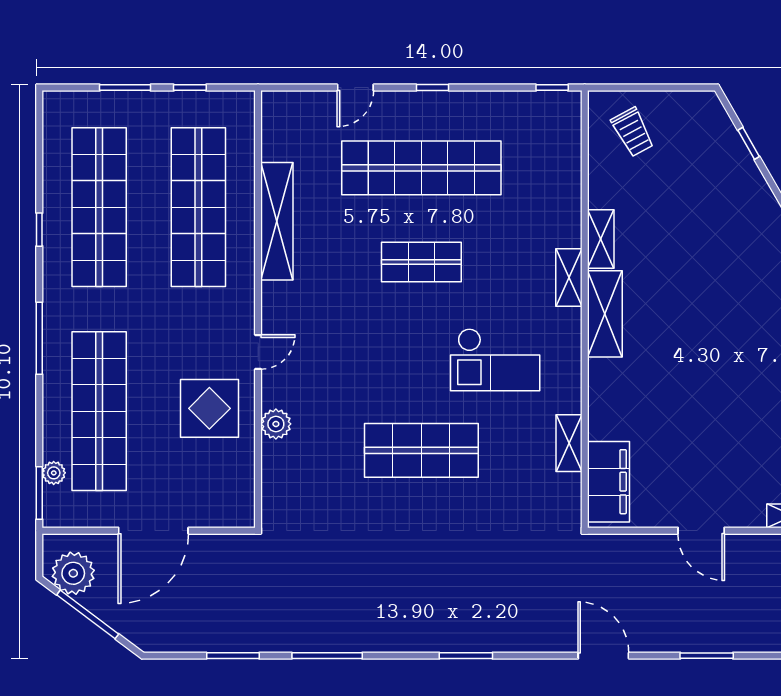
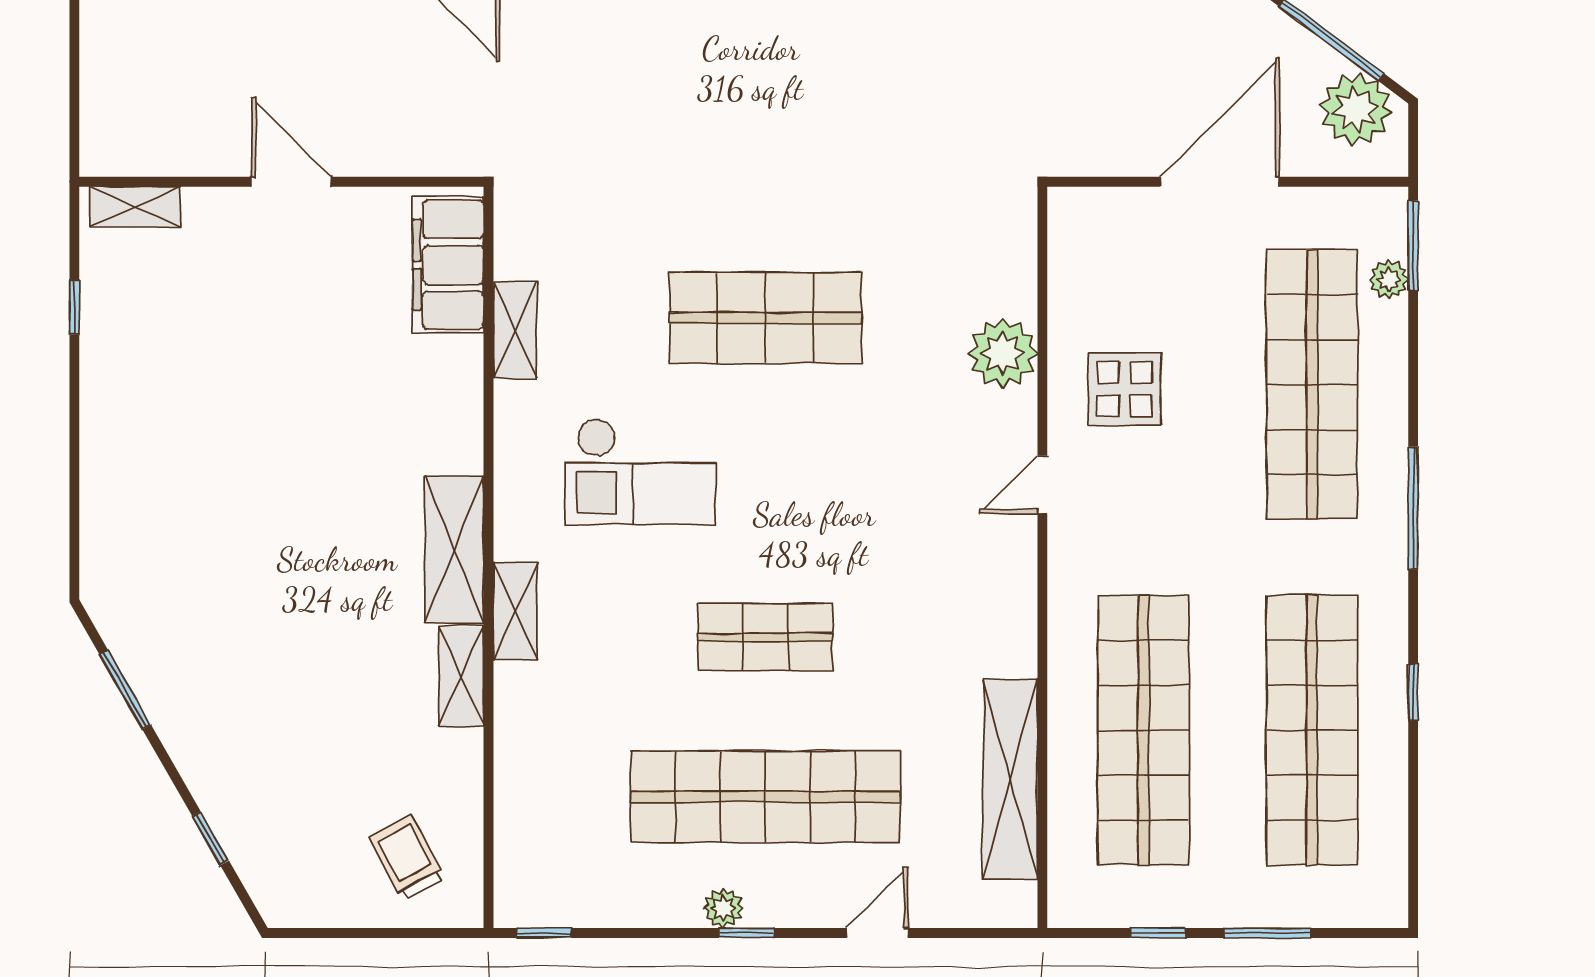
plant: (446, 102) -> (723, 908), added
shelving: (277, 221) -> (1010, 779), moved
checkout: (495, 360) -> (640, 471), turned 180
display table: (209, 408) -> (1125, 389), width x0.73, depth x0.73
plant: (276, 424) -> (1003, 353), width x1.36, depth x1.36

